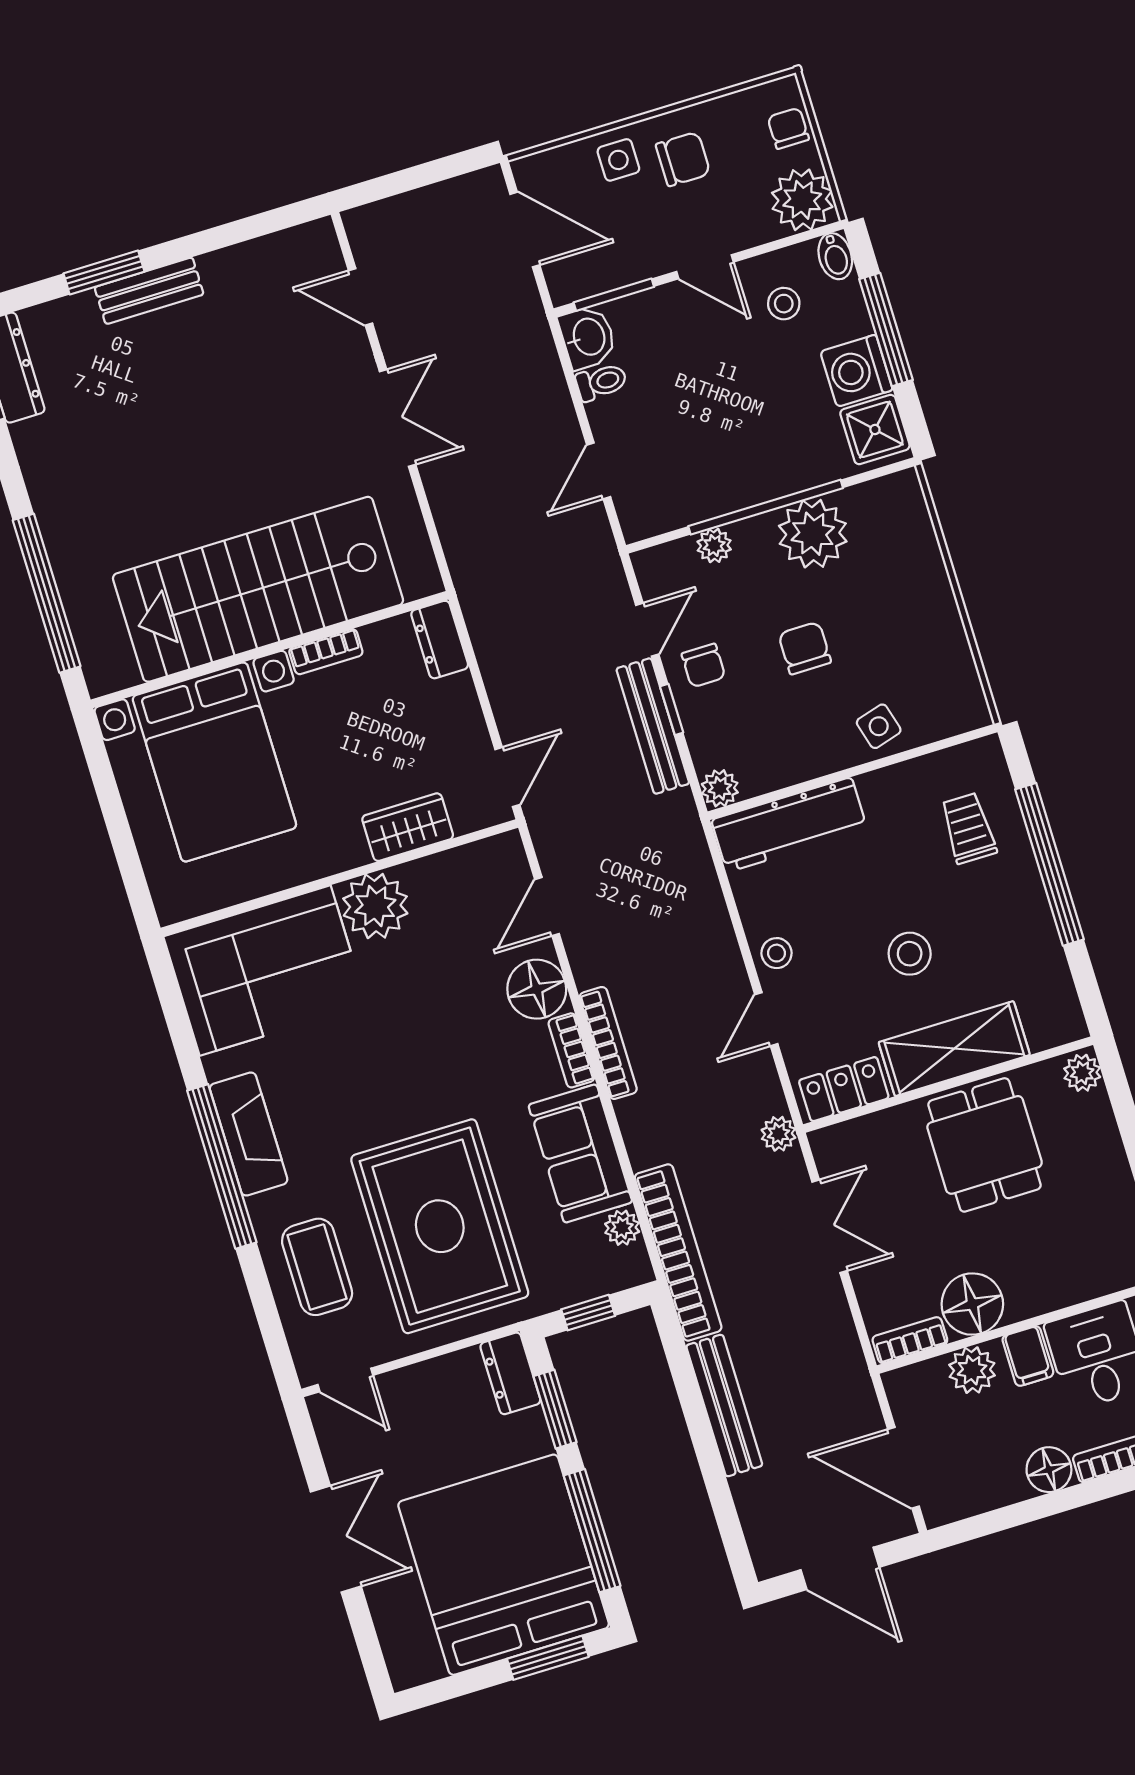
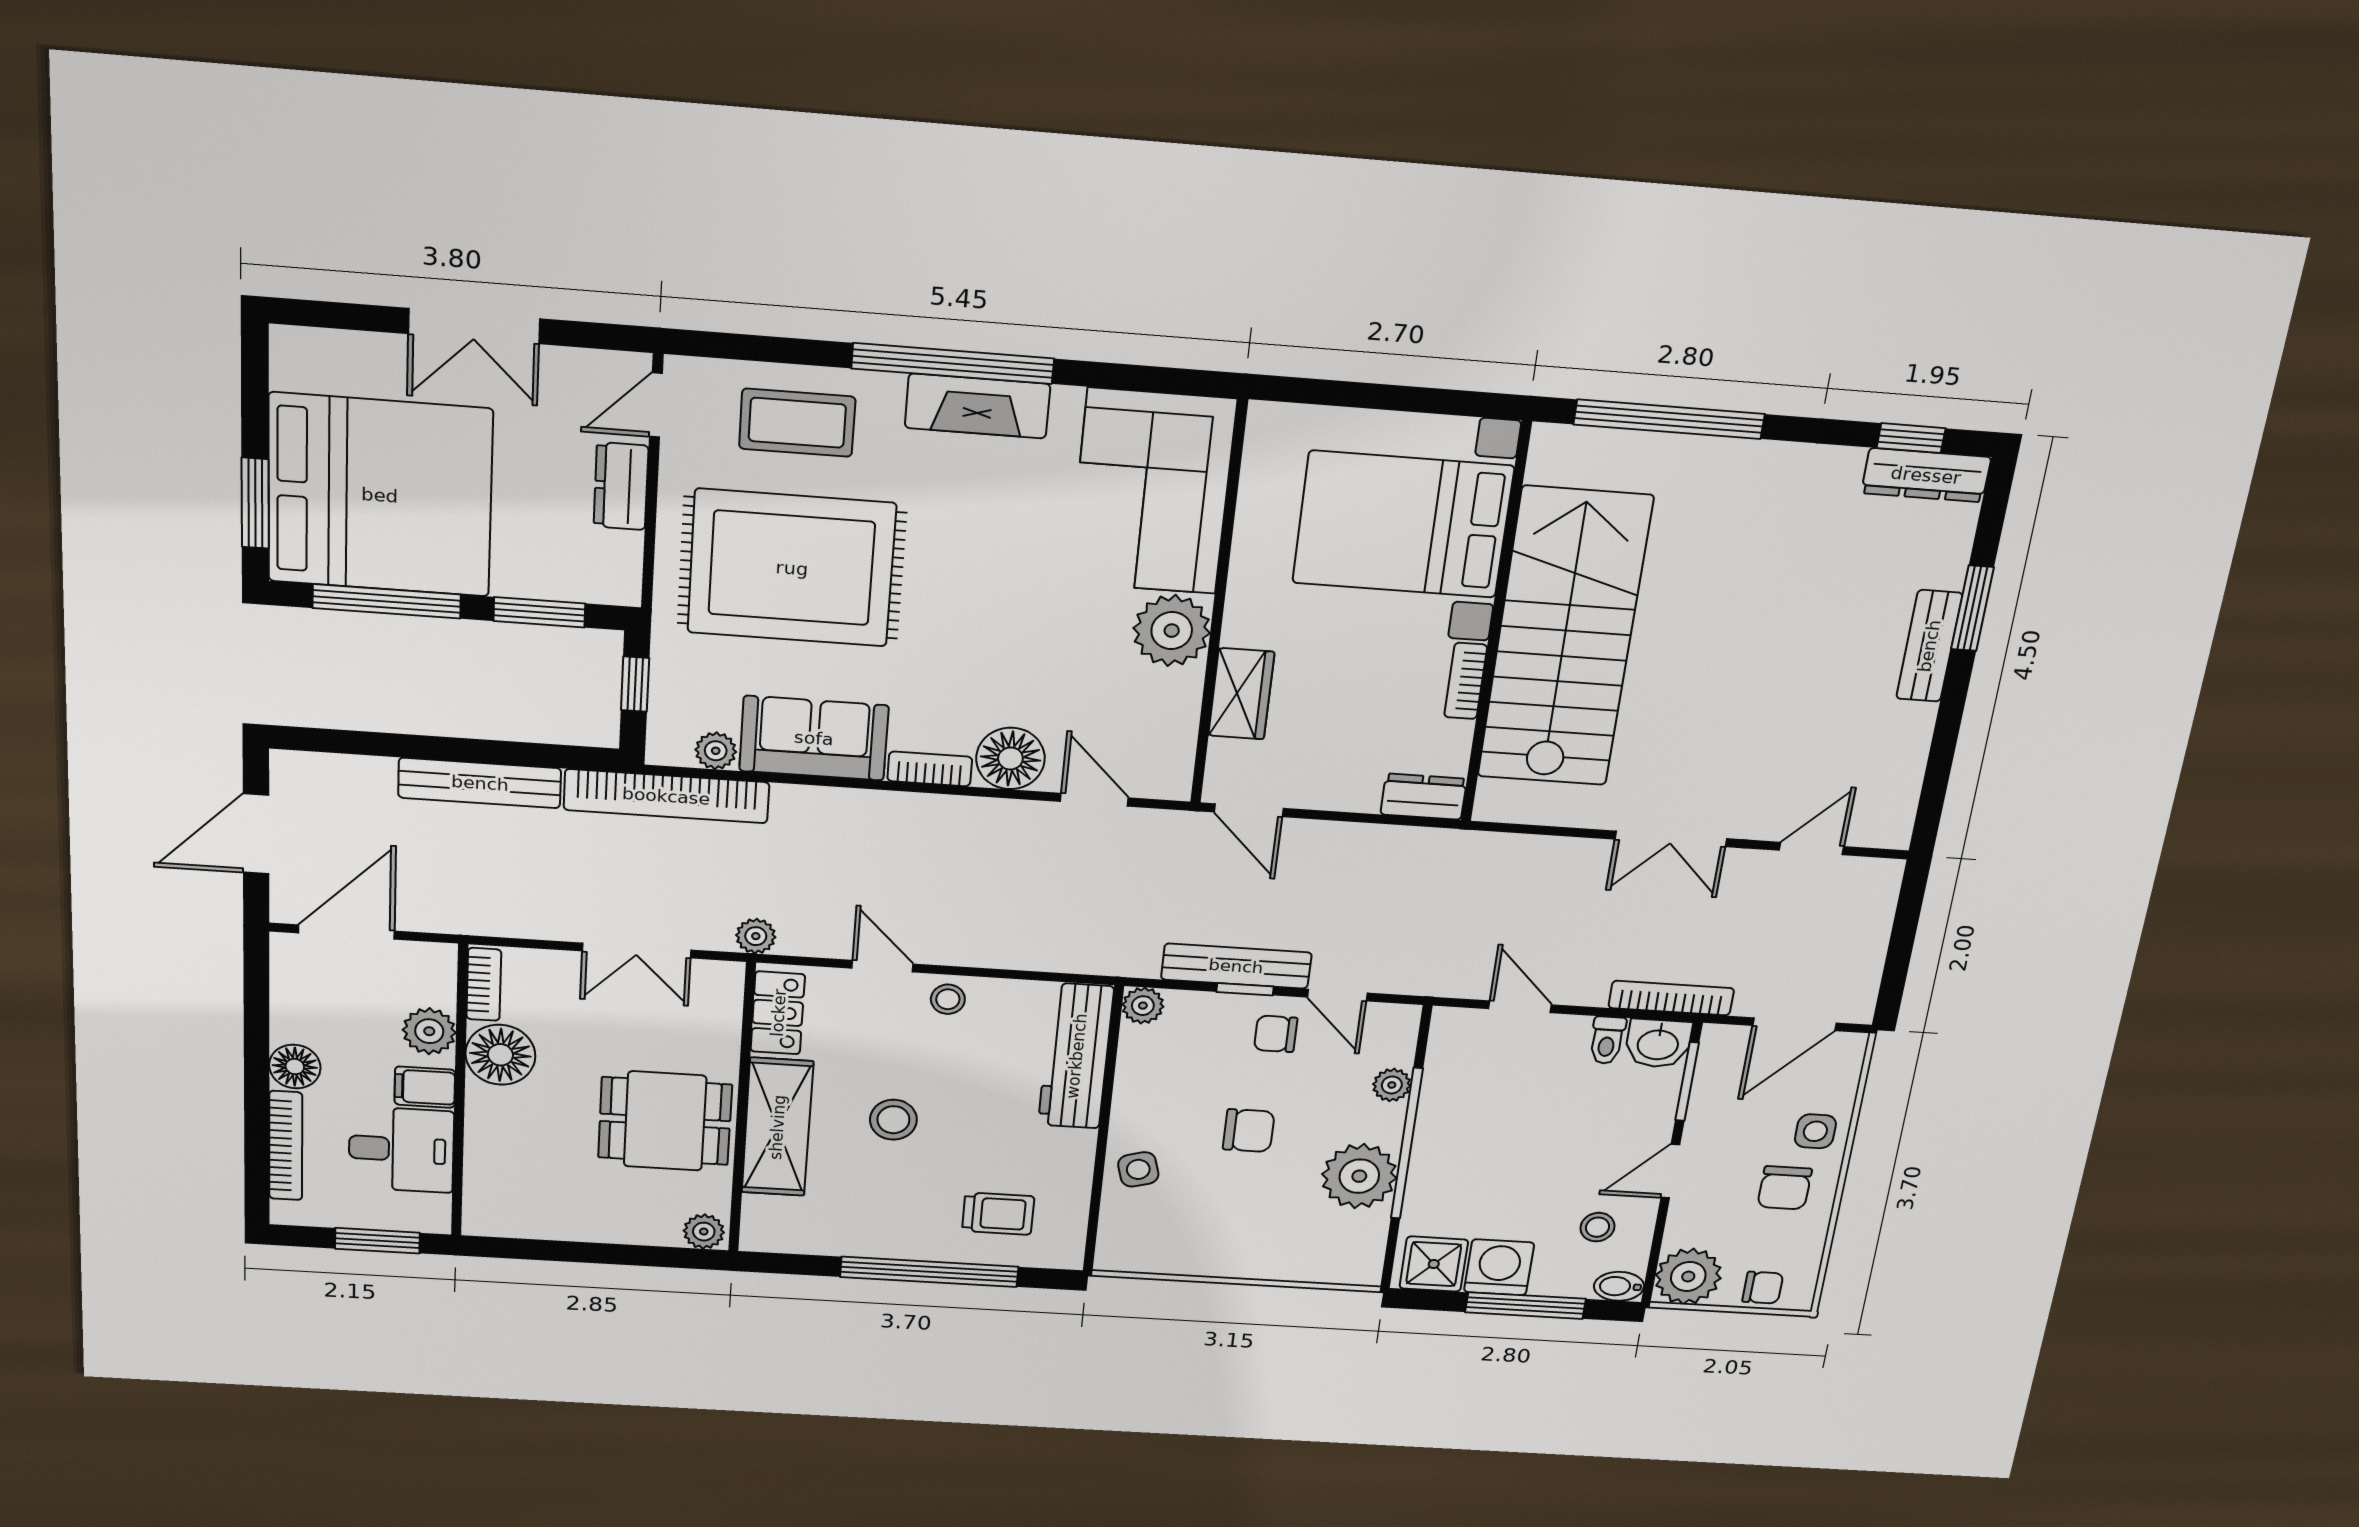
bookcase: (608, 1043) -> (1671, 998), moved, turned 180
dresser: (510, 1373) -> (621, 486), moved, turned -90

